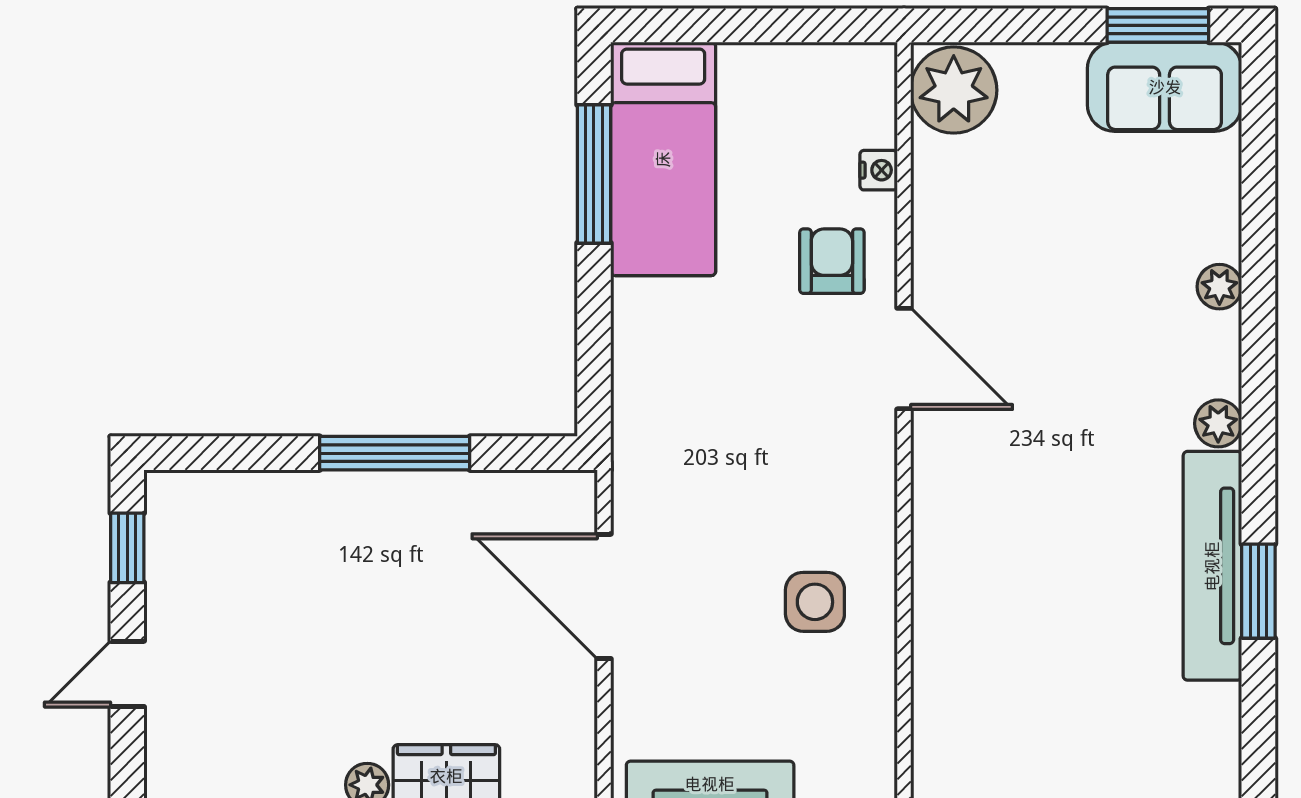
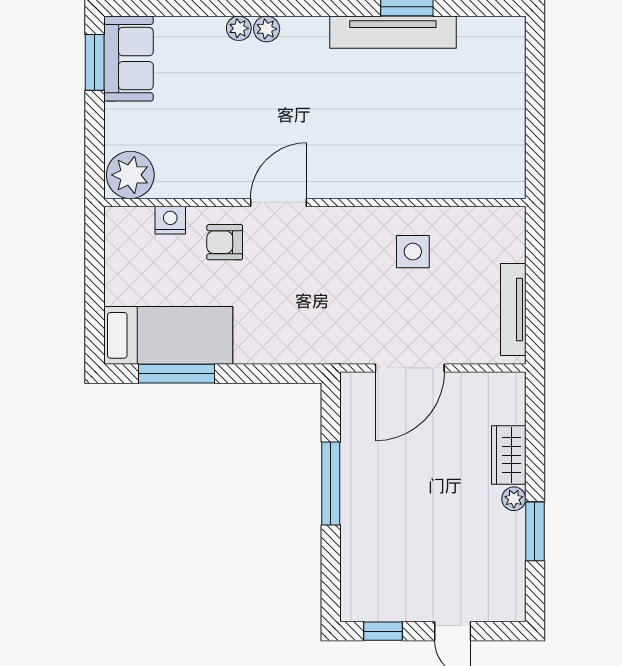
nightstand: (879, 170) -> (170, 220), width x1.39, depth x1.35
plant: (1218, 423) -> (267, 29), moved

